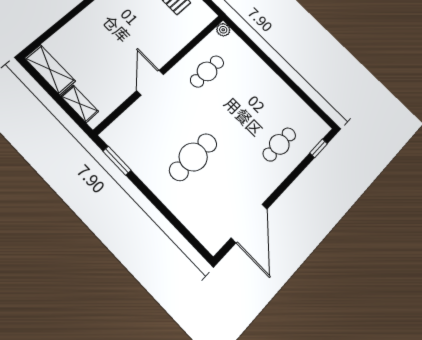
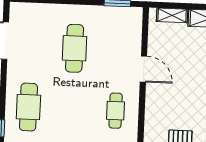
cafe table: (279, 144) -> (28, 107), width x1.37, depth x1.35

